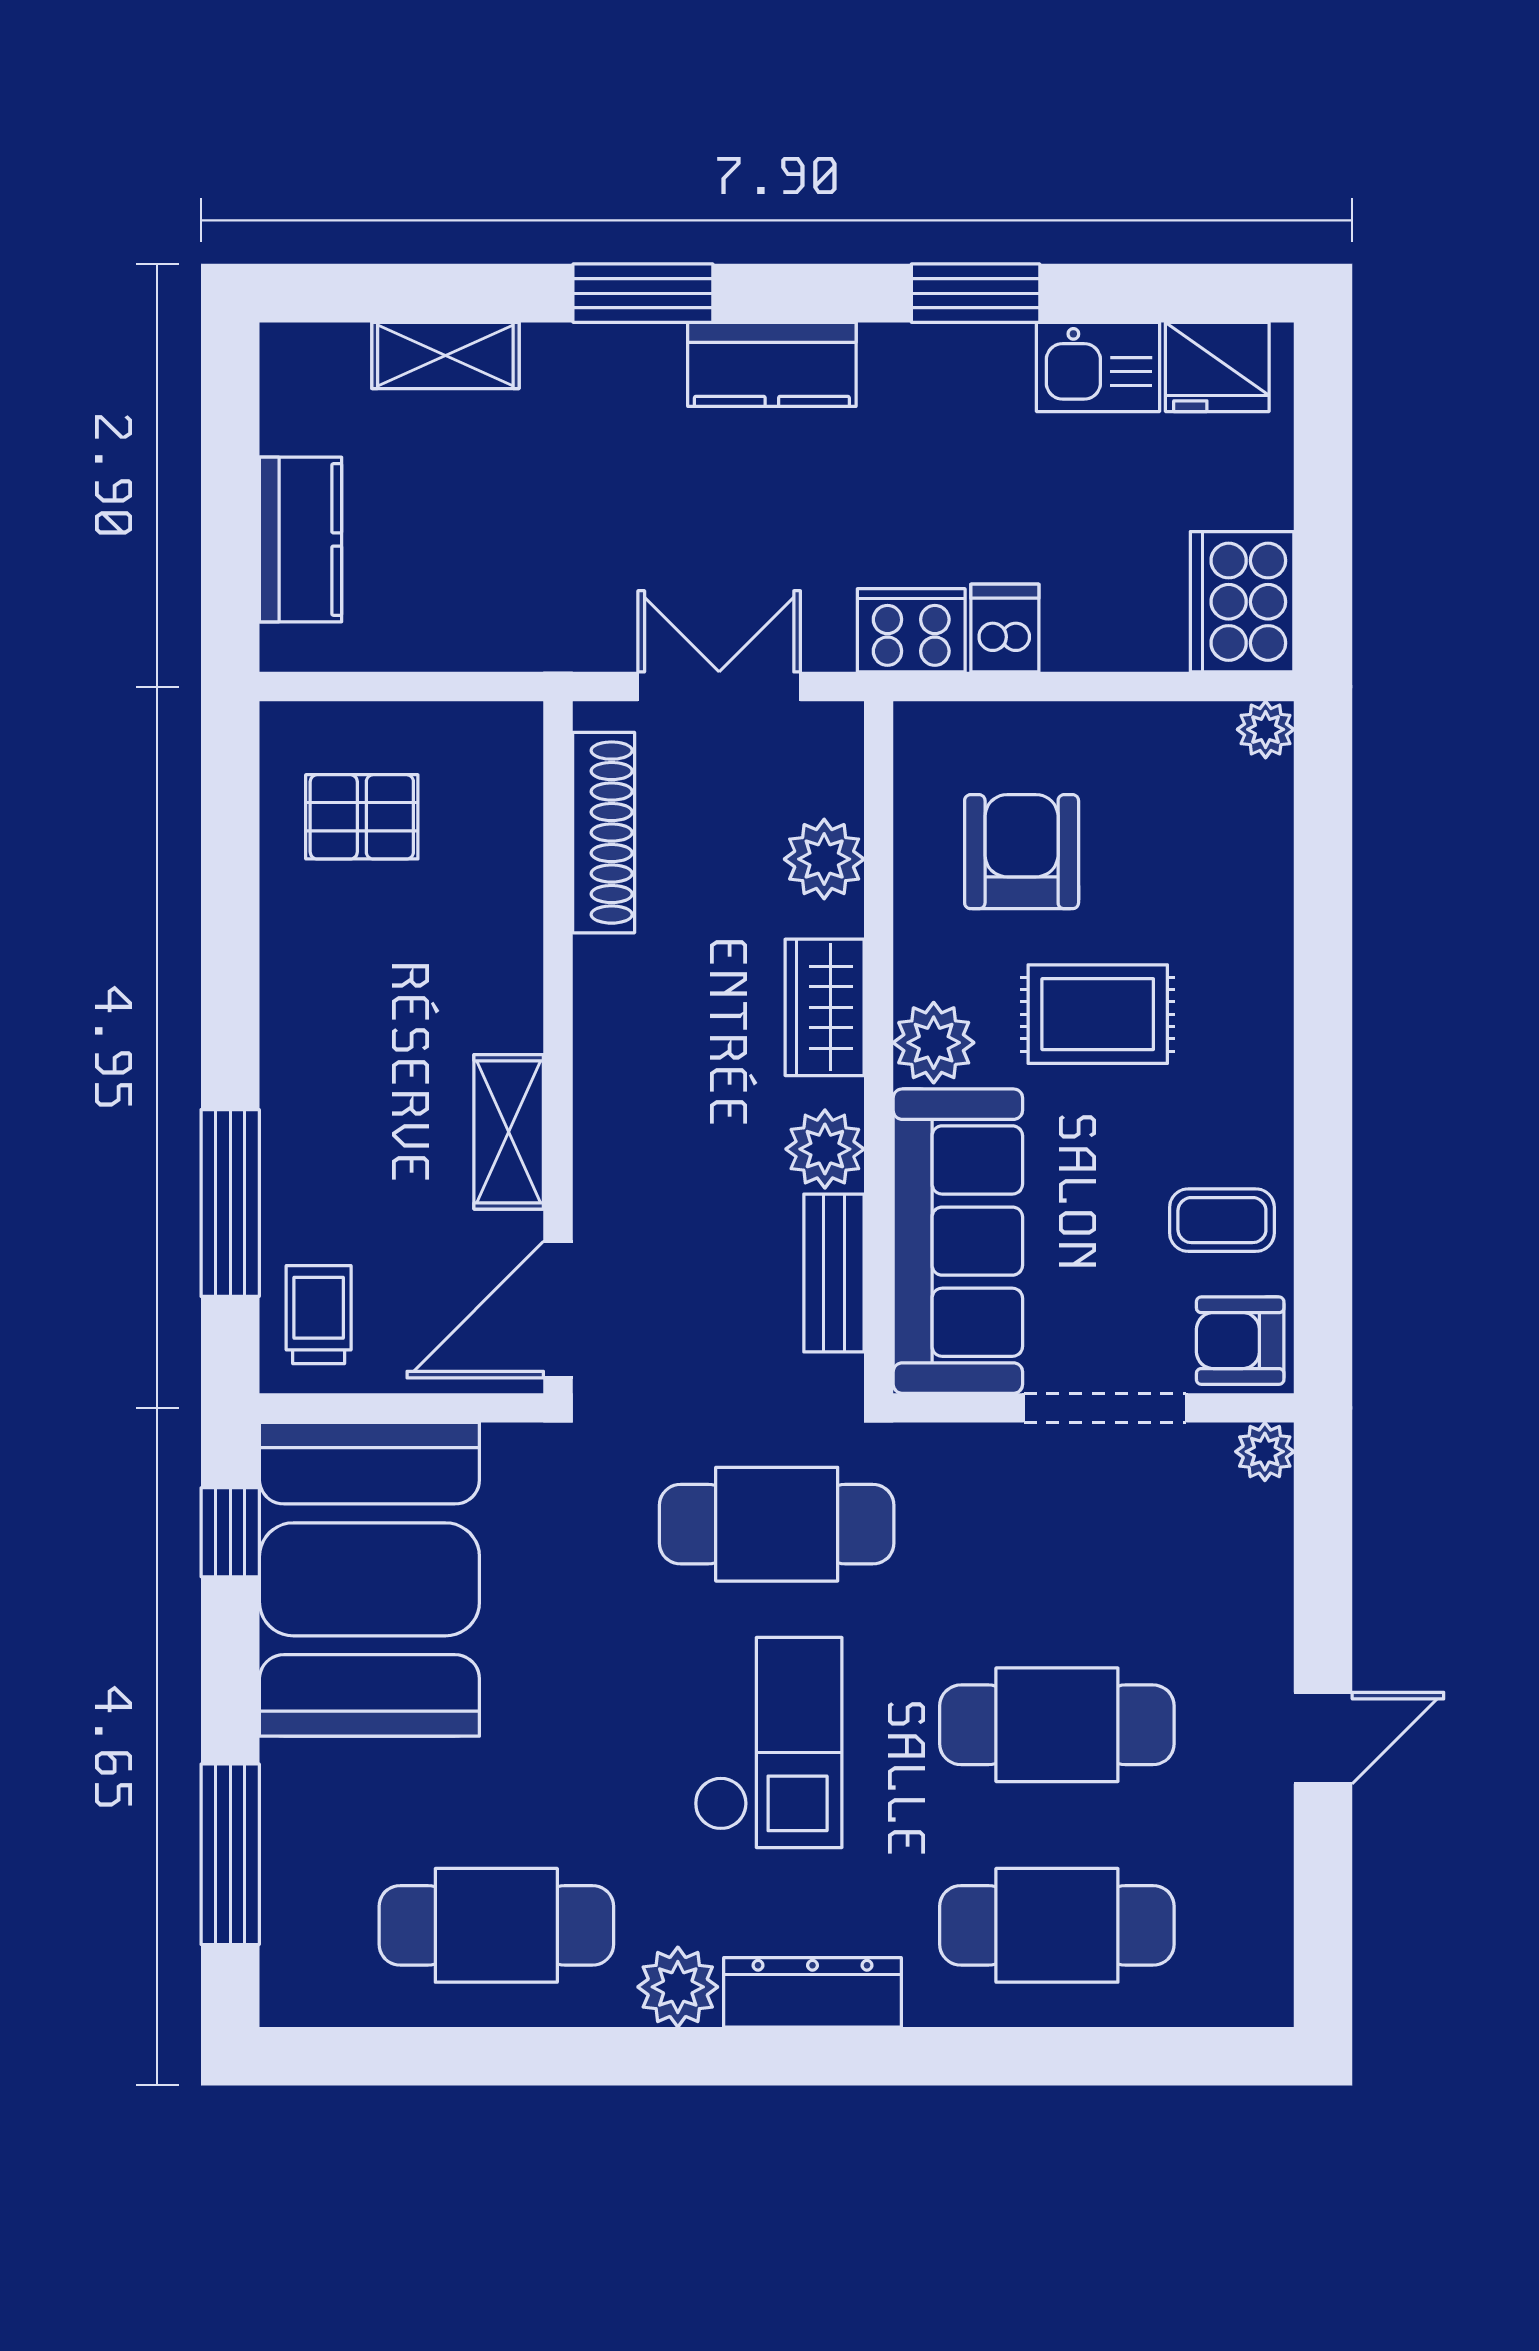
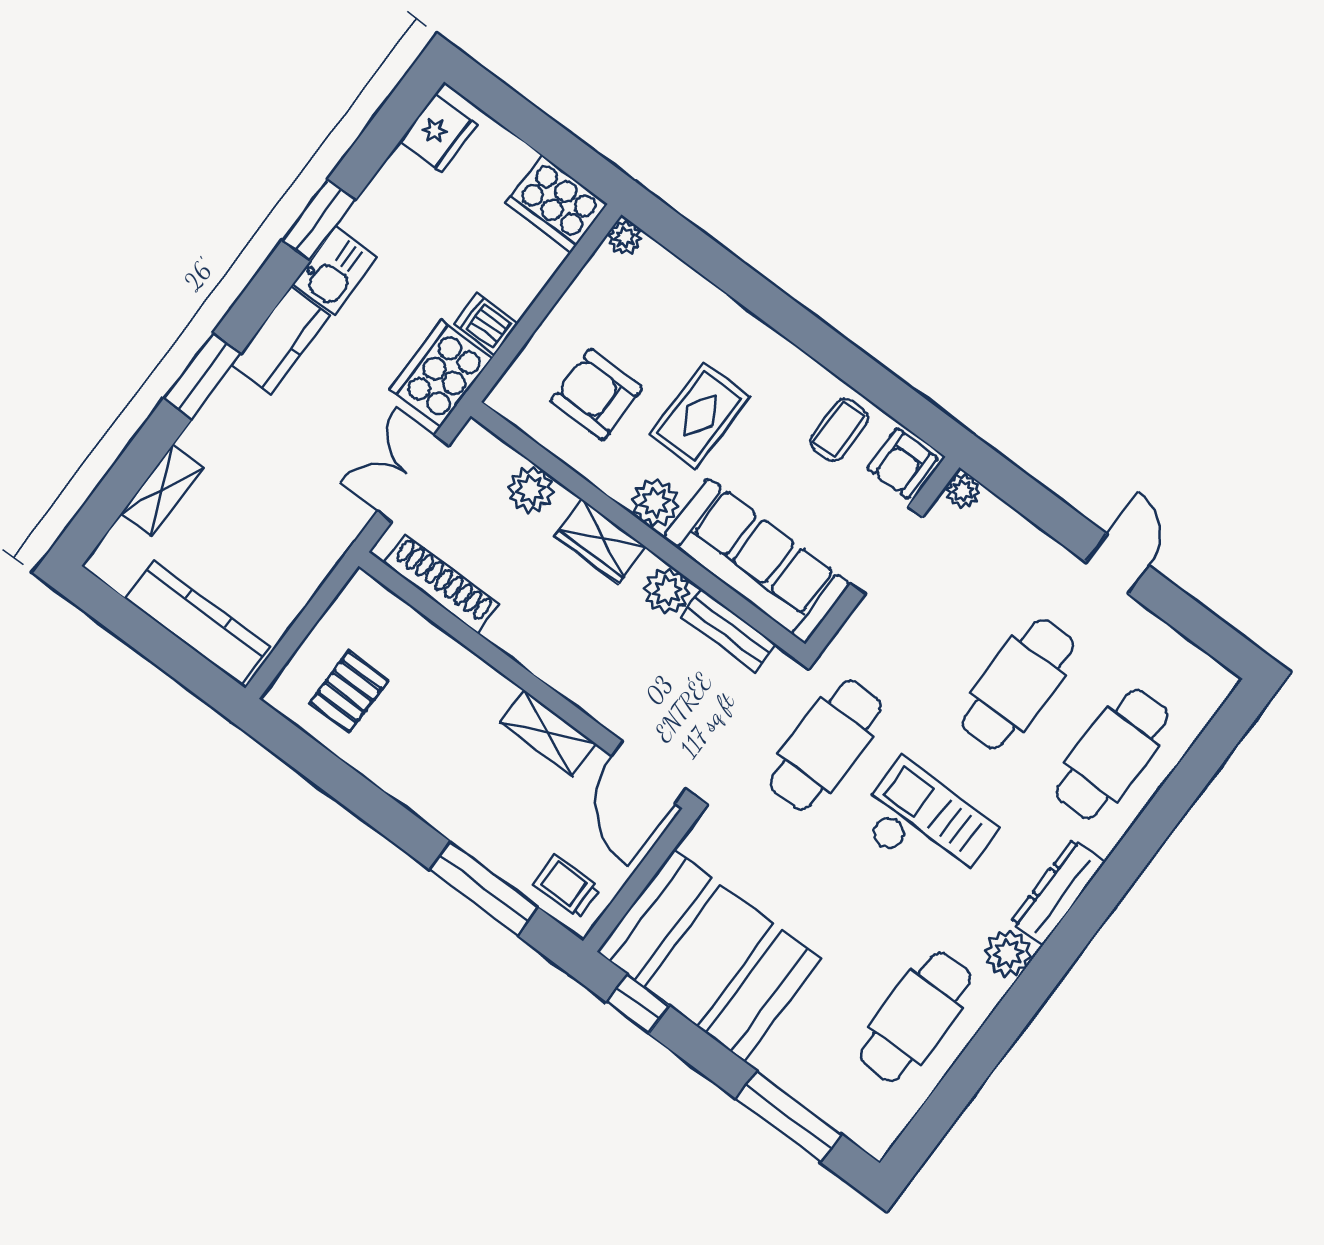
kitchen sink: (1098, 367) -> (335, 271), moved
kitchen counter: (301, 539) -> (198, 623), width x1.50
cooker: (911, 630) -> (441, 374), width x1.37, depth x1.31

